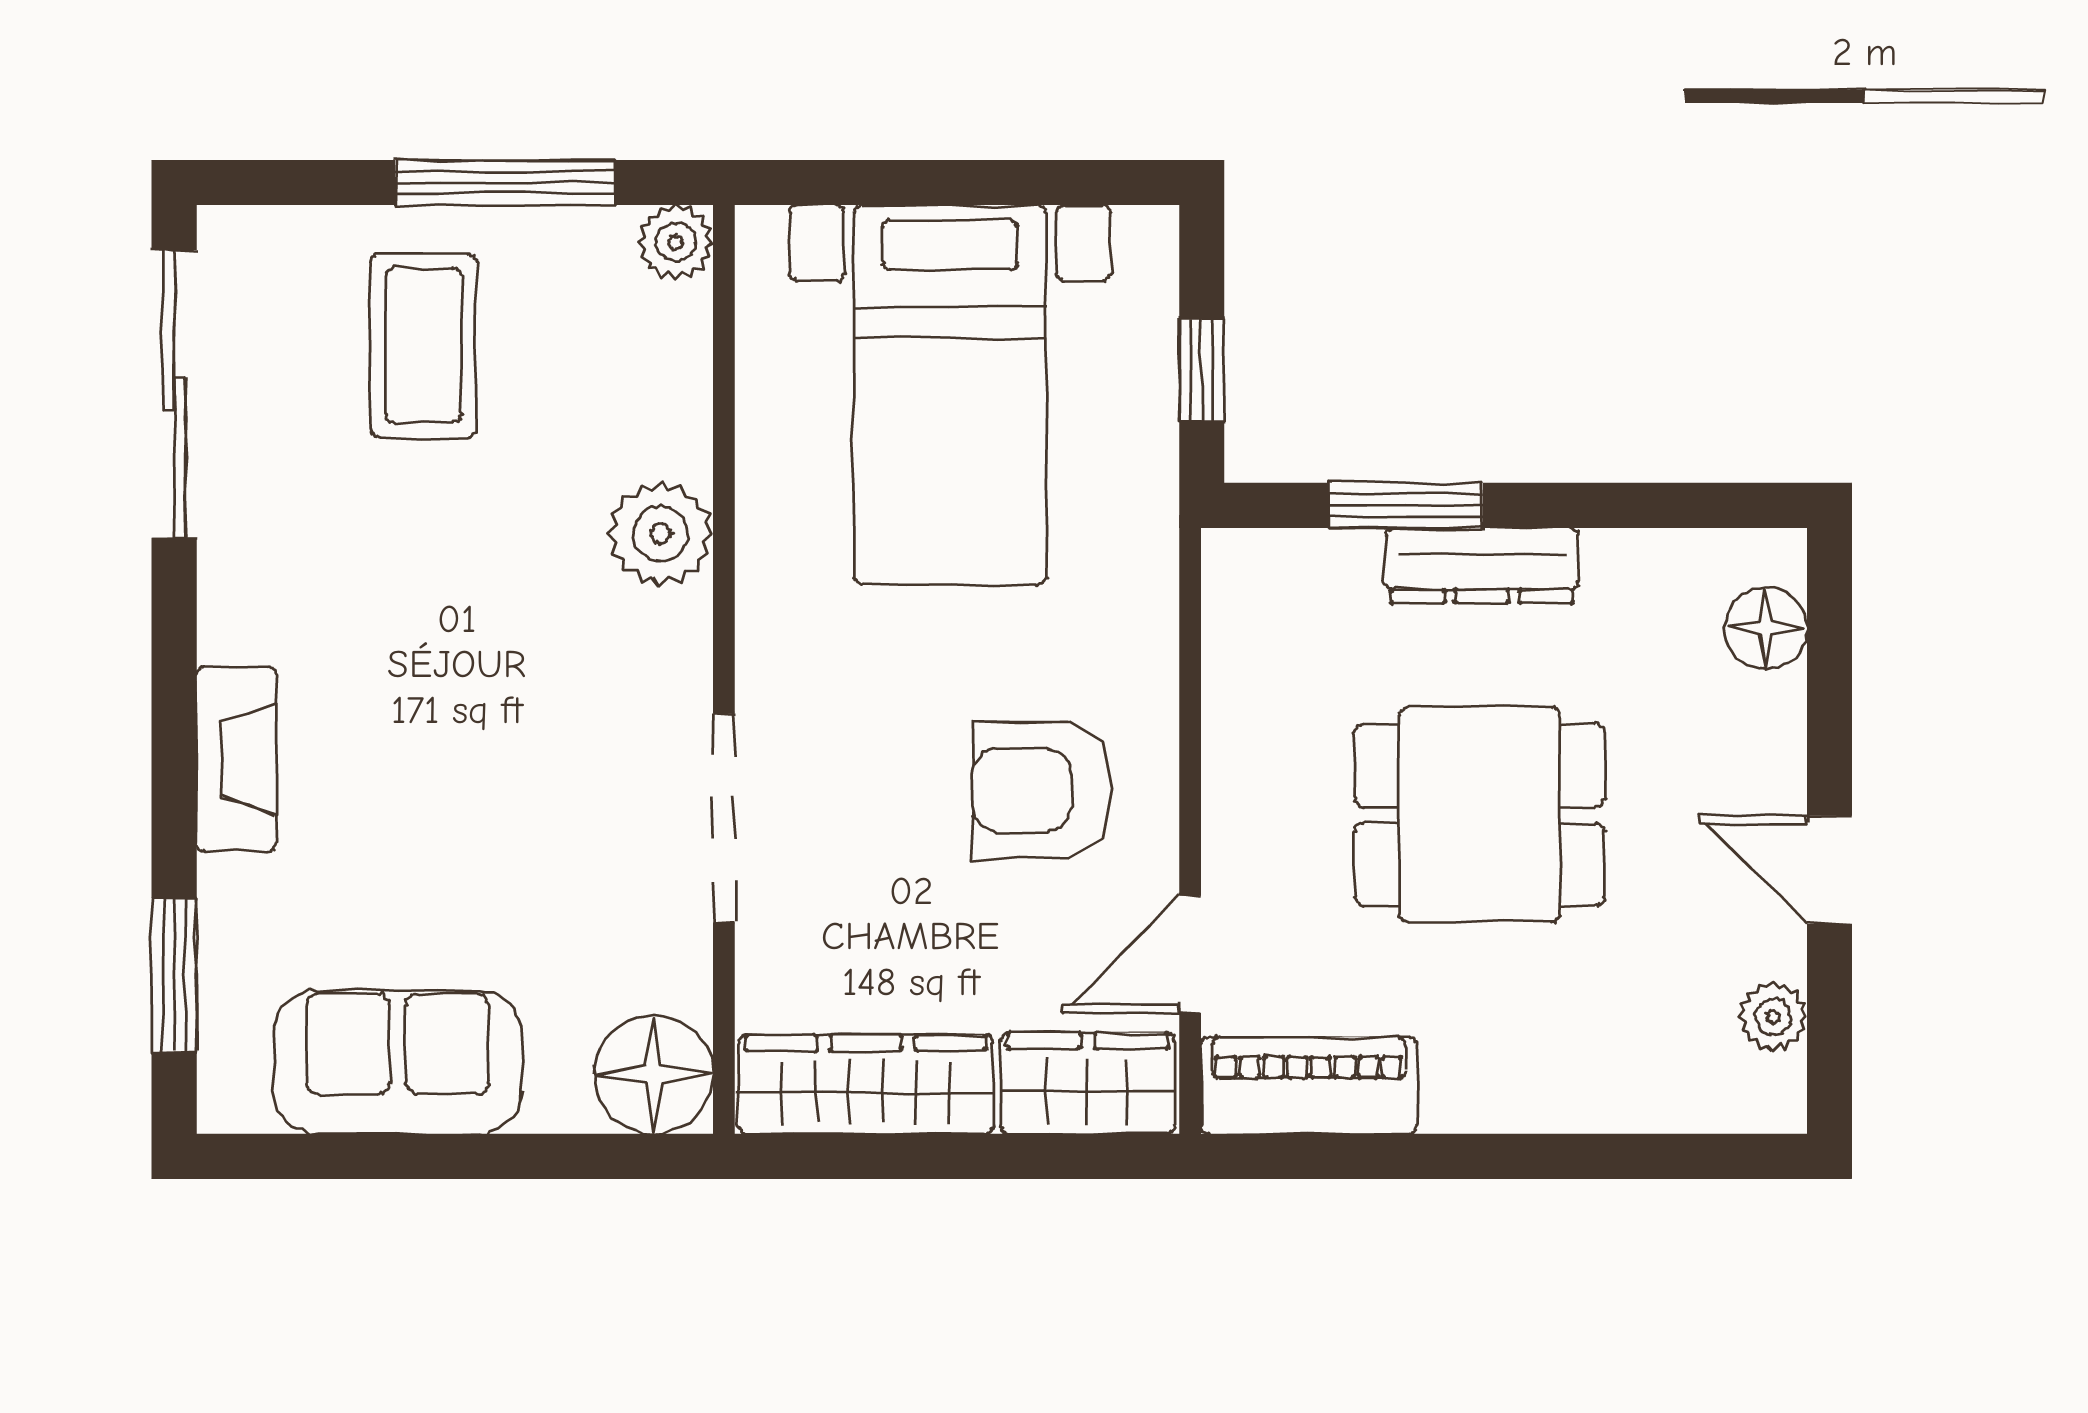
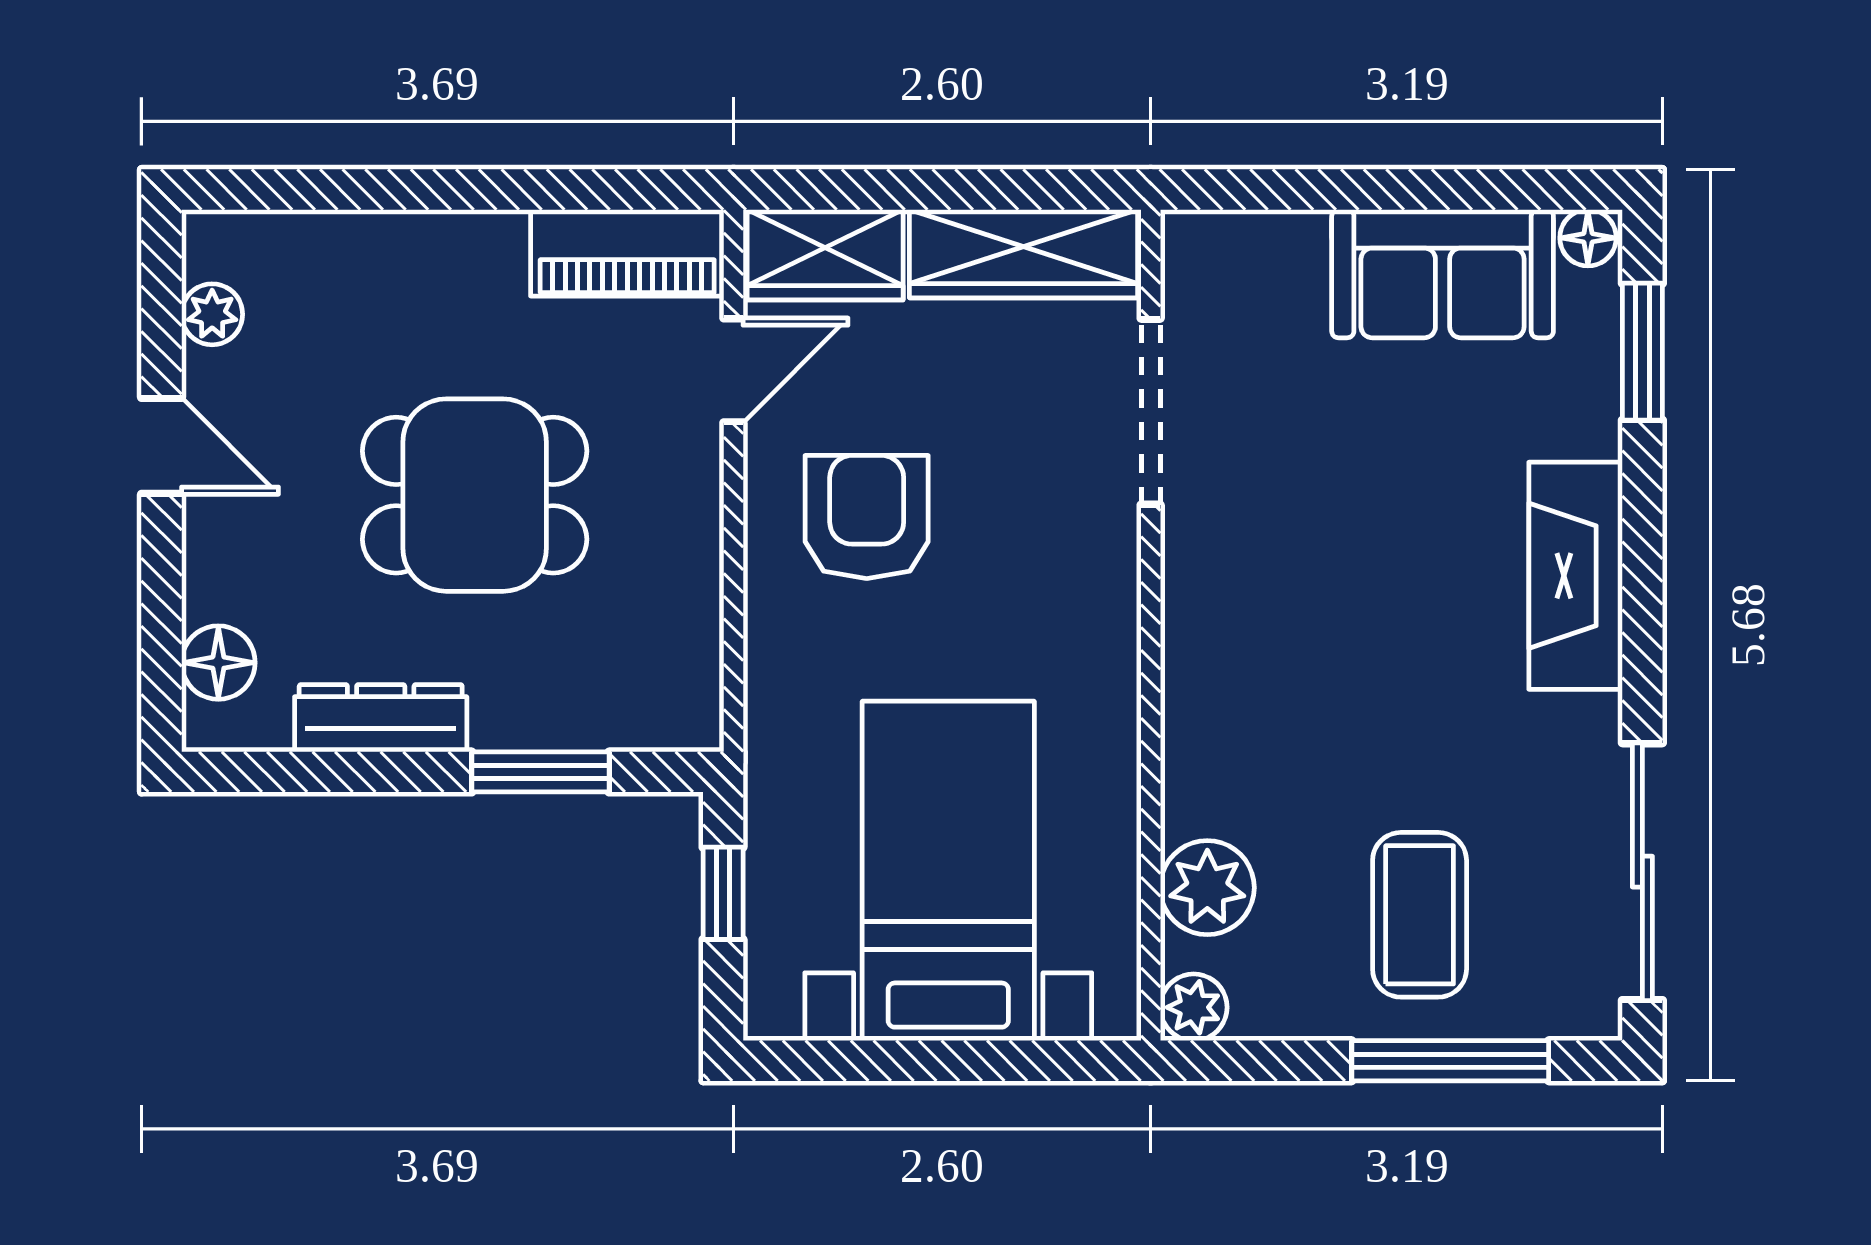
window: (505, 183) -> (1450, 1061), moved
plant: (660, 534) -> (1207, 888), moved
dresser: (1482, 565) -> (381, 718), moved
fireplace: (236, 759) -> (1576, 576), width x1.37, depth x1.32
armchair: (1041, 790) -> (867, 517), turned -90
doorway: (724, 818) -> (1151, 412), moved
floor lamp: (654, 1075) -> (1588, 238), moved, width x0.53, depth x0.53

